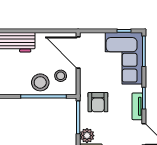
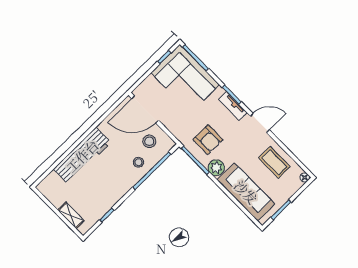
stool: (40, 82) -> (139, 162), width x0.53, depth x0.53
armchair: (98, 102) -> (208, 140), moved

